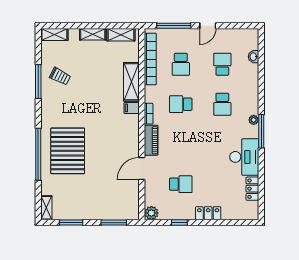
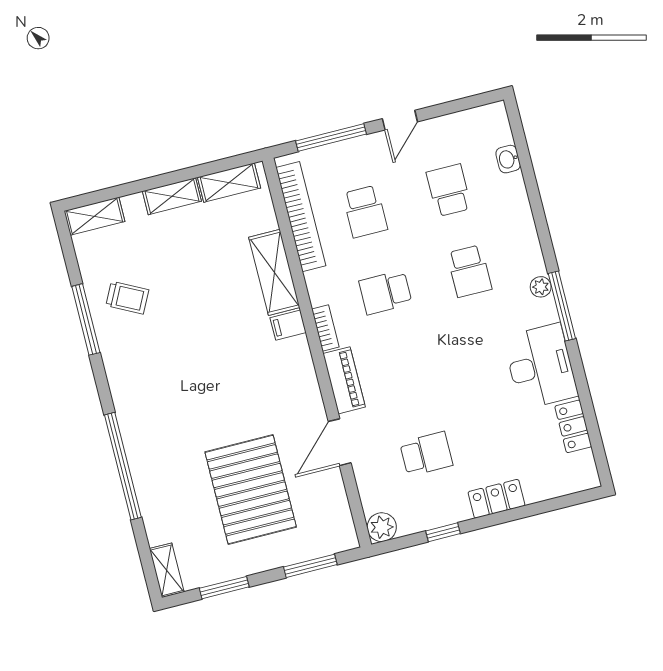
pallet: (68, 151) -> (251, 489), moved

